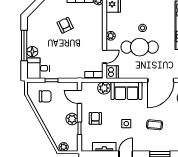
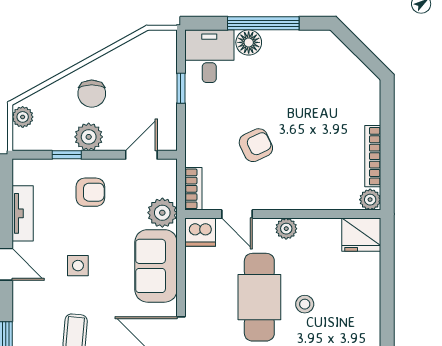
armchair: (65, 25) -> (256, 145), moved
chair: (45, 96) -> (92, 94), moved

